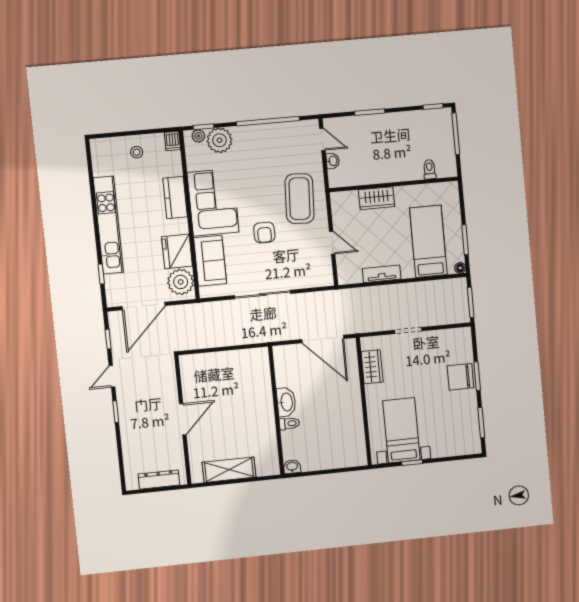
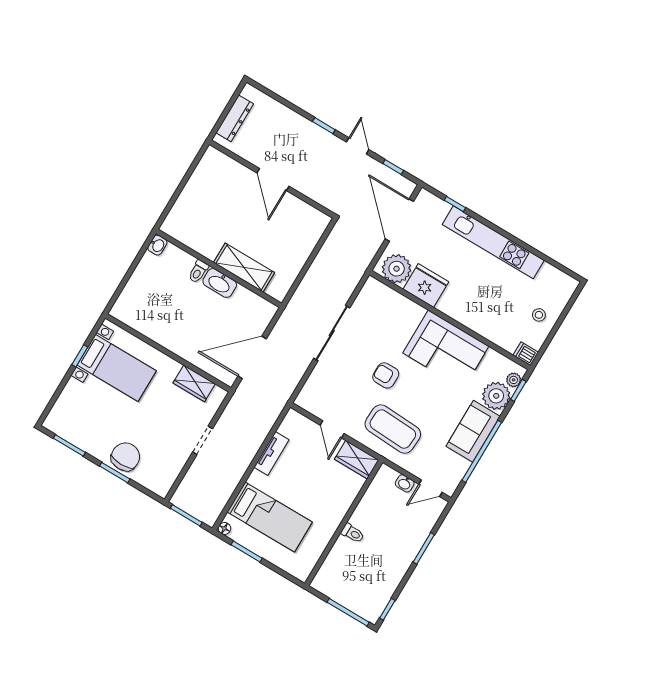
toilet: (429, 169) -> (353, 533), moved
kitchen counter: (175, 198) -> (474, 319), removed
wardrobe: (377, 198) -> (357, 460), moved, turned -90
door: (332, 243) -> (332, 429), hinge flipped
sofa: (210, 261) -> (473, 431), moved, turned 90
shelving: (229, 470) -> (244, 268), moved, turned 90

